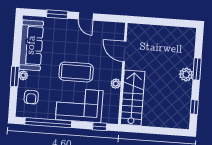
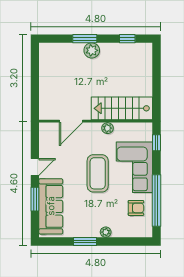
sofa: (31, 45) -> (51, 206), moved, turned 90
window: (15, 76) -> (85, 241), moved
armchair: (31, 97) -> (136, 208), moved

